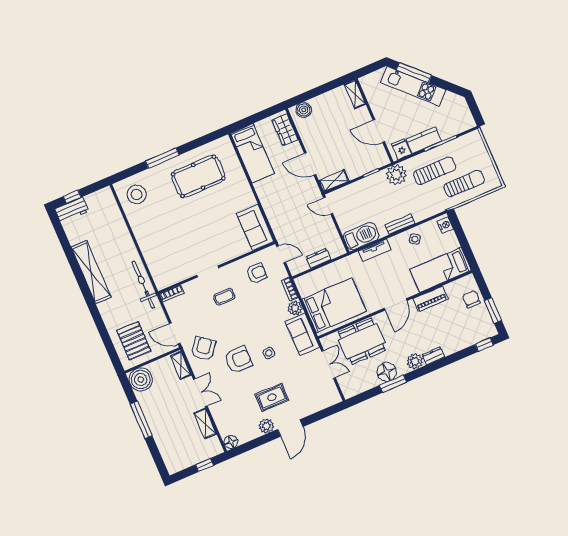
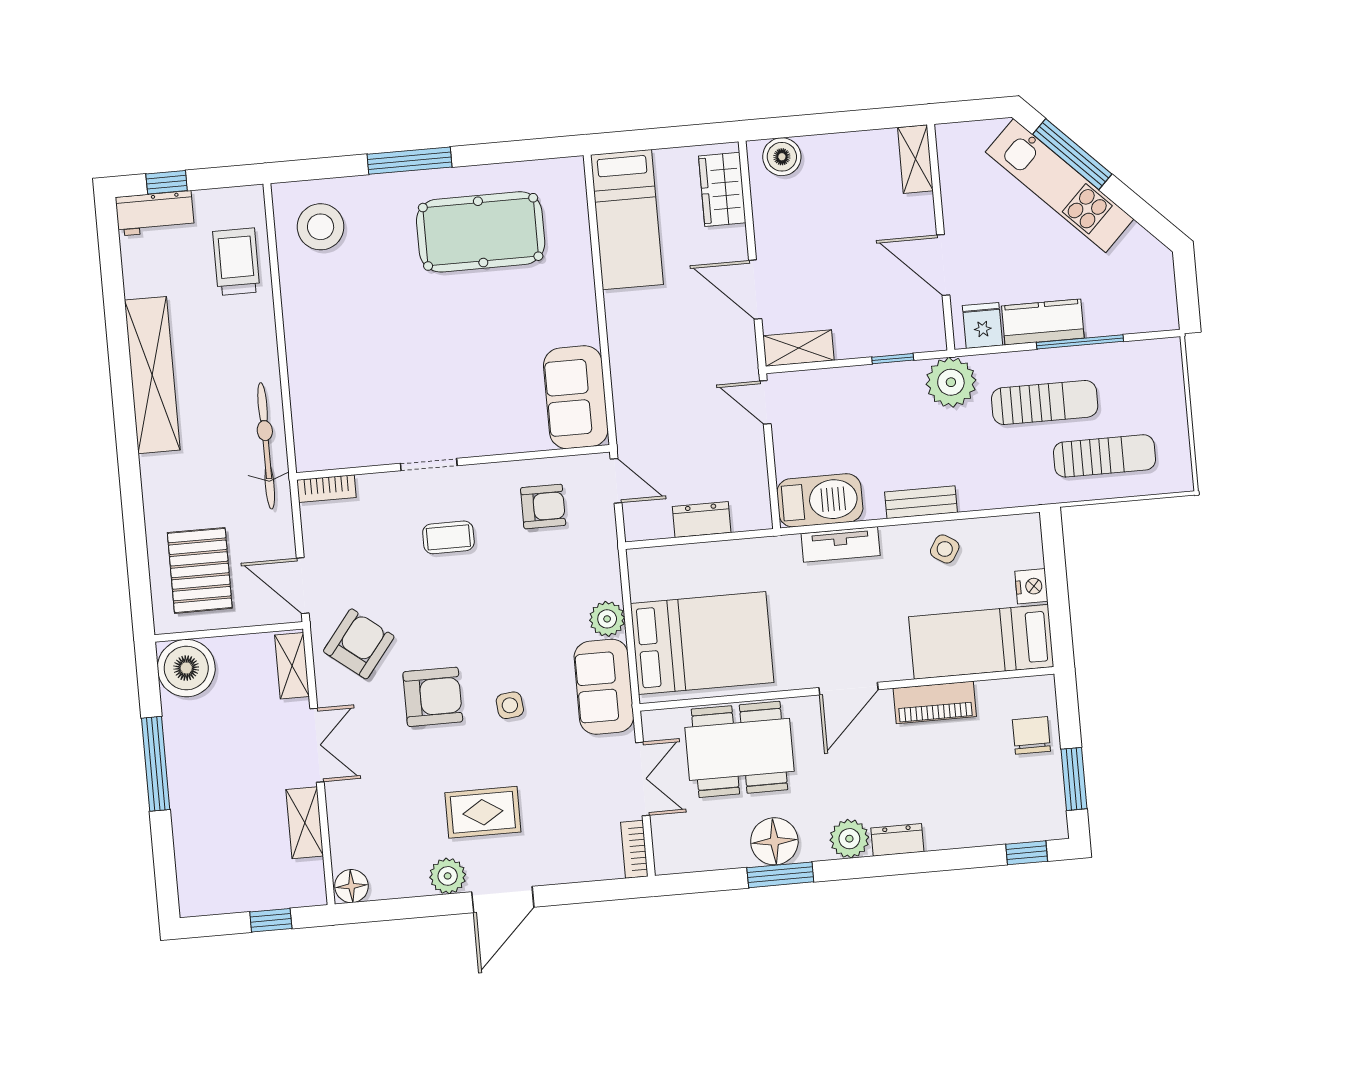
trolley: (109, 218) -> (236, 262), added
nightstand: (445, 225) -> (1031, 586), moved
bookcase: (290, 289) -> (634, 849), moved

